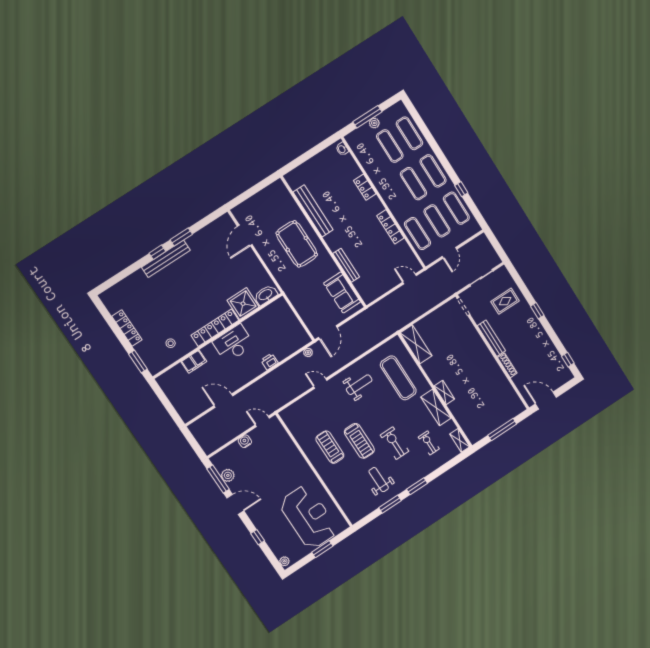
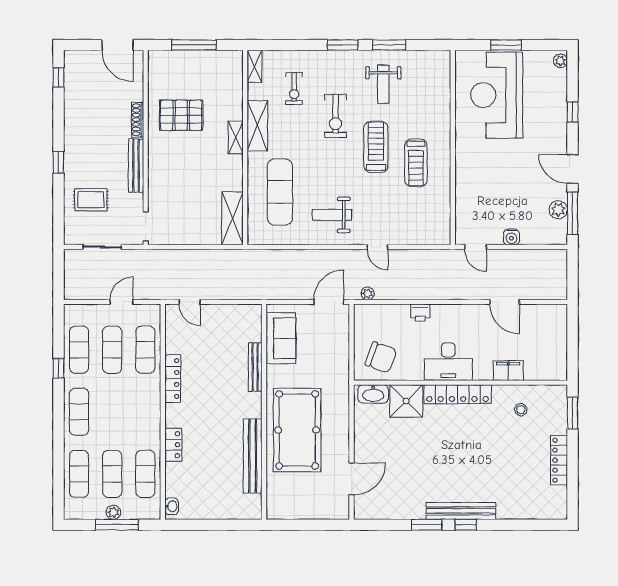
exercise mat: (413, 184) -> (145, 474), moved
pool table: (297, 244) -> (297, 430), width x1.36, depth x1.32
chair: (275, 320) -> (381, 357), added
pallet: (484, 384) -> (181, 115), added

